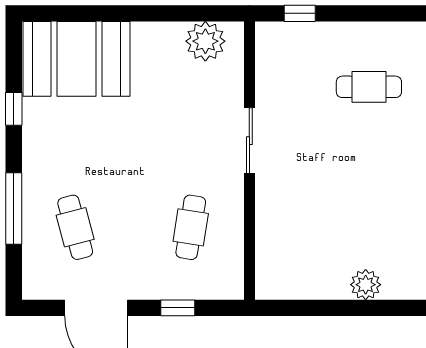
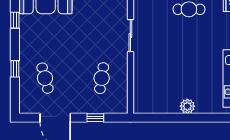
window: (14, 209) -> (15, 69), width x0.46

